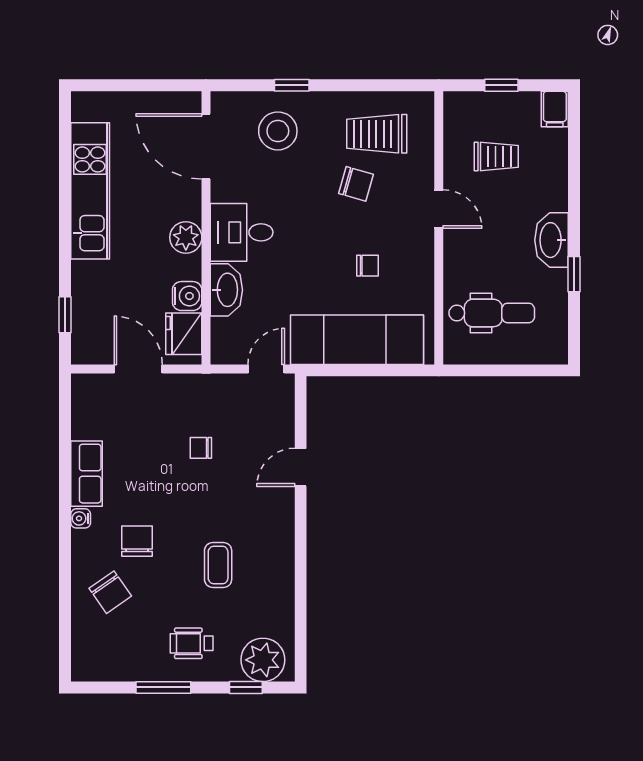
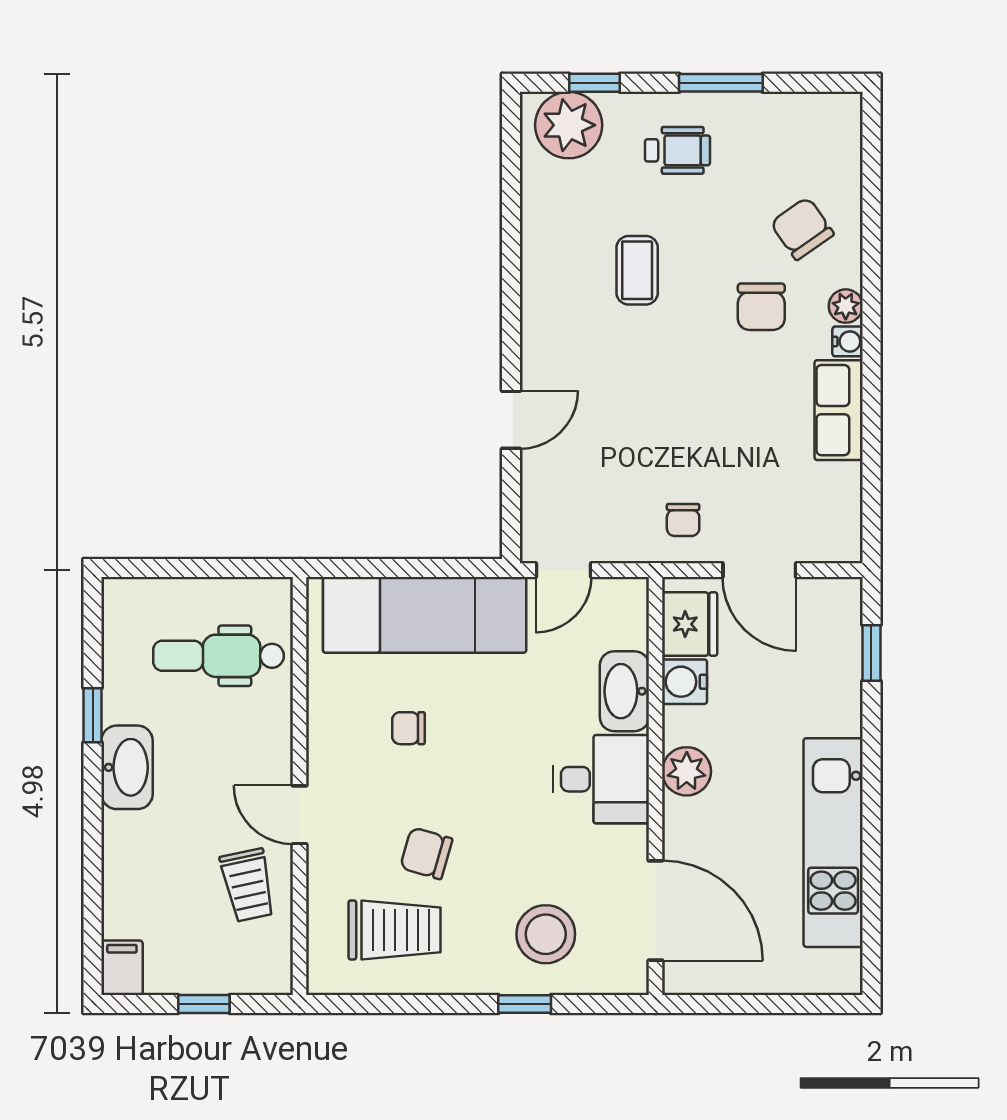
trolley: (496, 156) -> (248, 885), moved, turned -102
chair: (201, 448) -> (683, 520), moved, turned 90
plant: (82, 542) -> (846, 306), added

